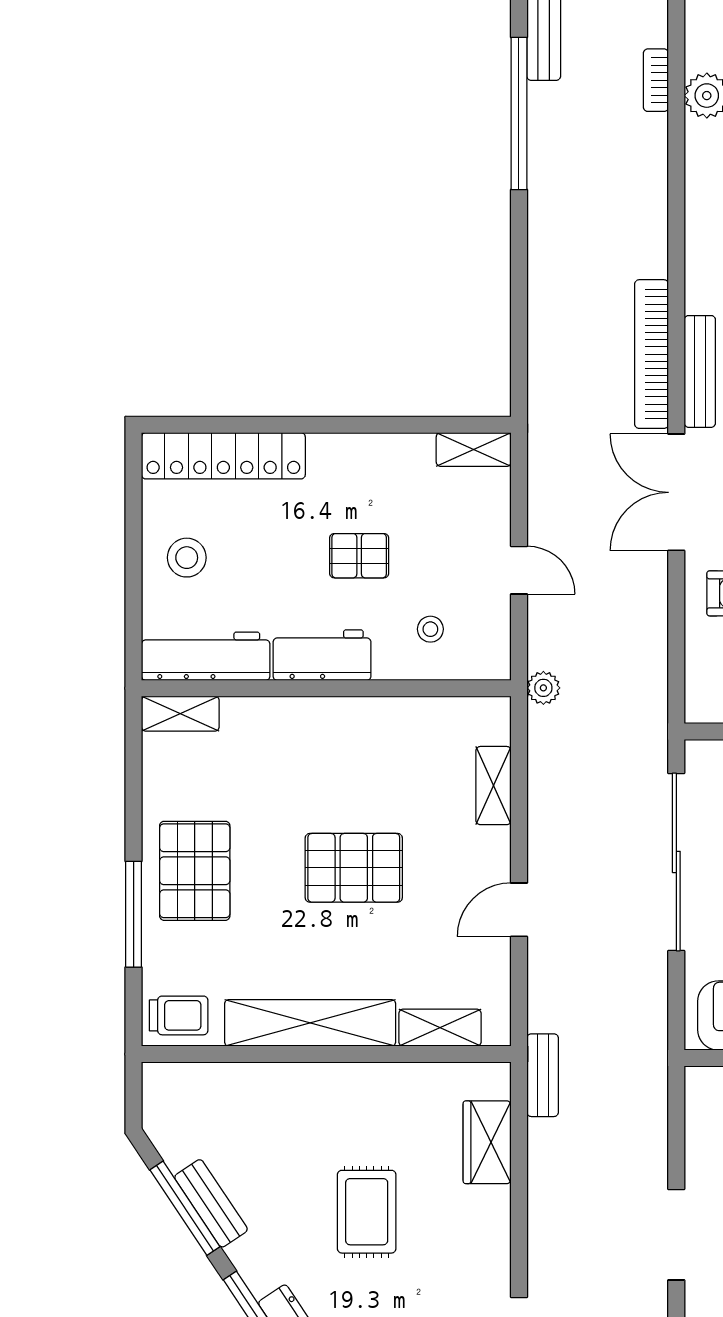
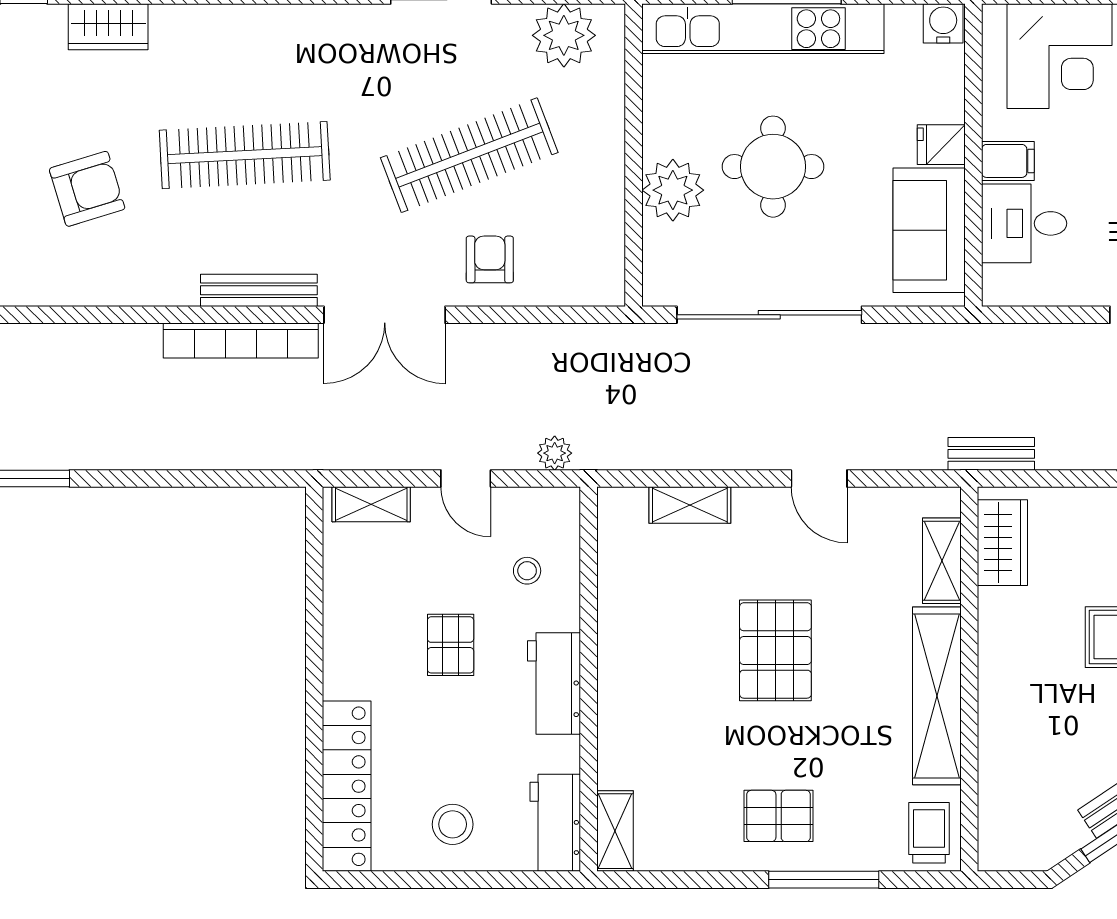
shelving: (474, 449) -> (371, 504), moved, turned 90
door: (519, 570) -> (466, 479), swing flipped
workbench: (206, 656) -> (555, 823), width x0.73
plant: (543, 688) -> (555, 453), moved
pallet: (195, 871) -> (779, 816), width x0.67, depth x0.71
wardrobe: (487, 1142) -> (1002, 543), moved, turned -90

